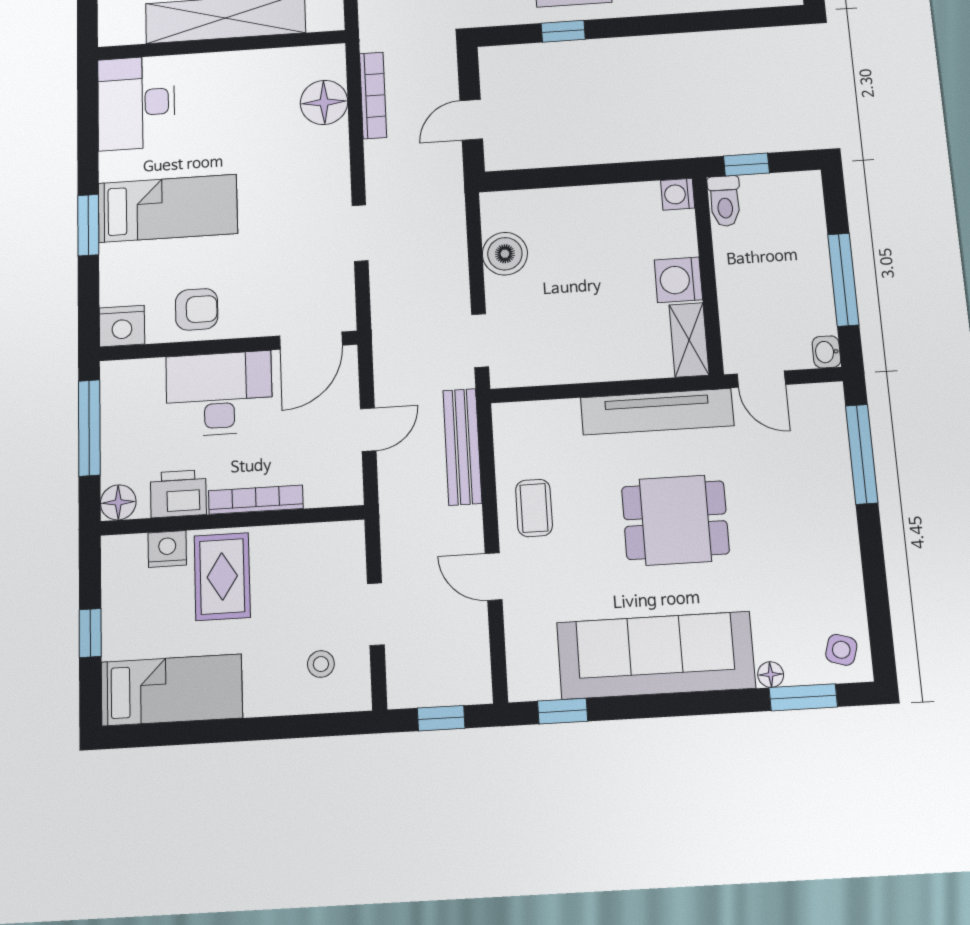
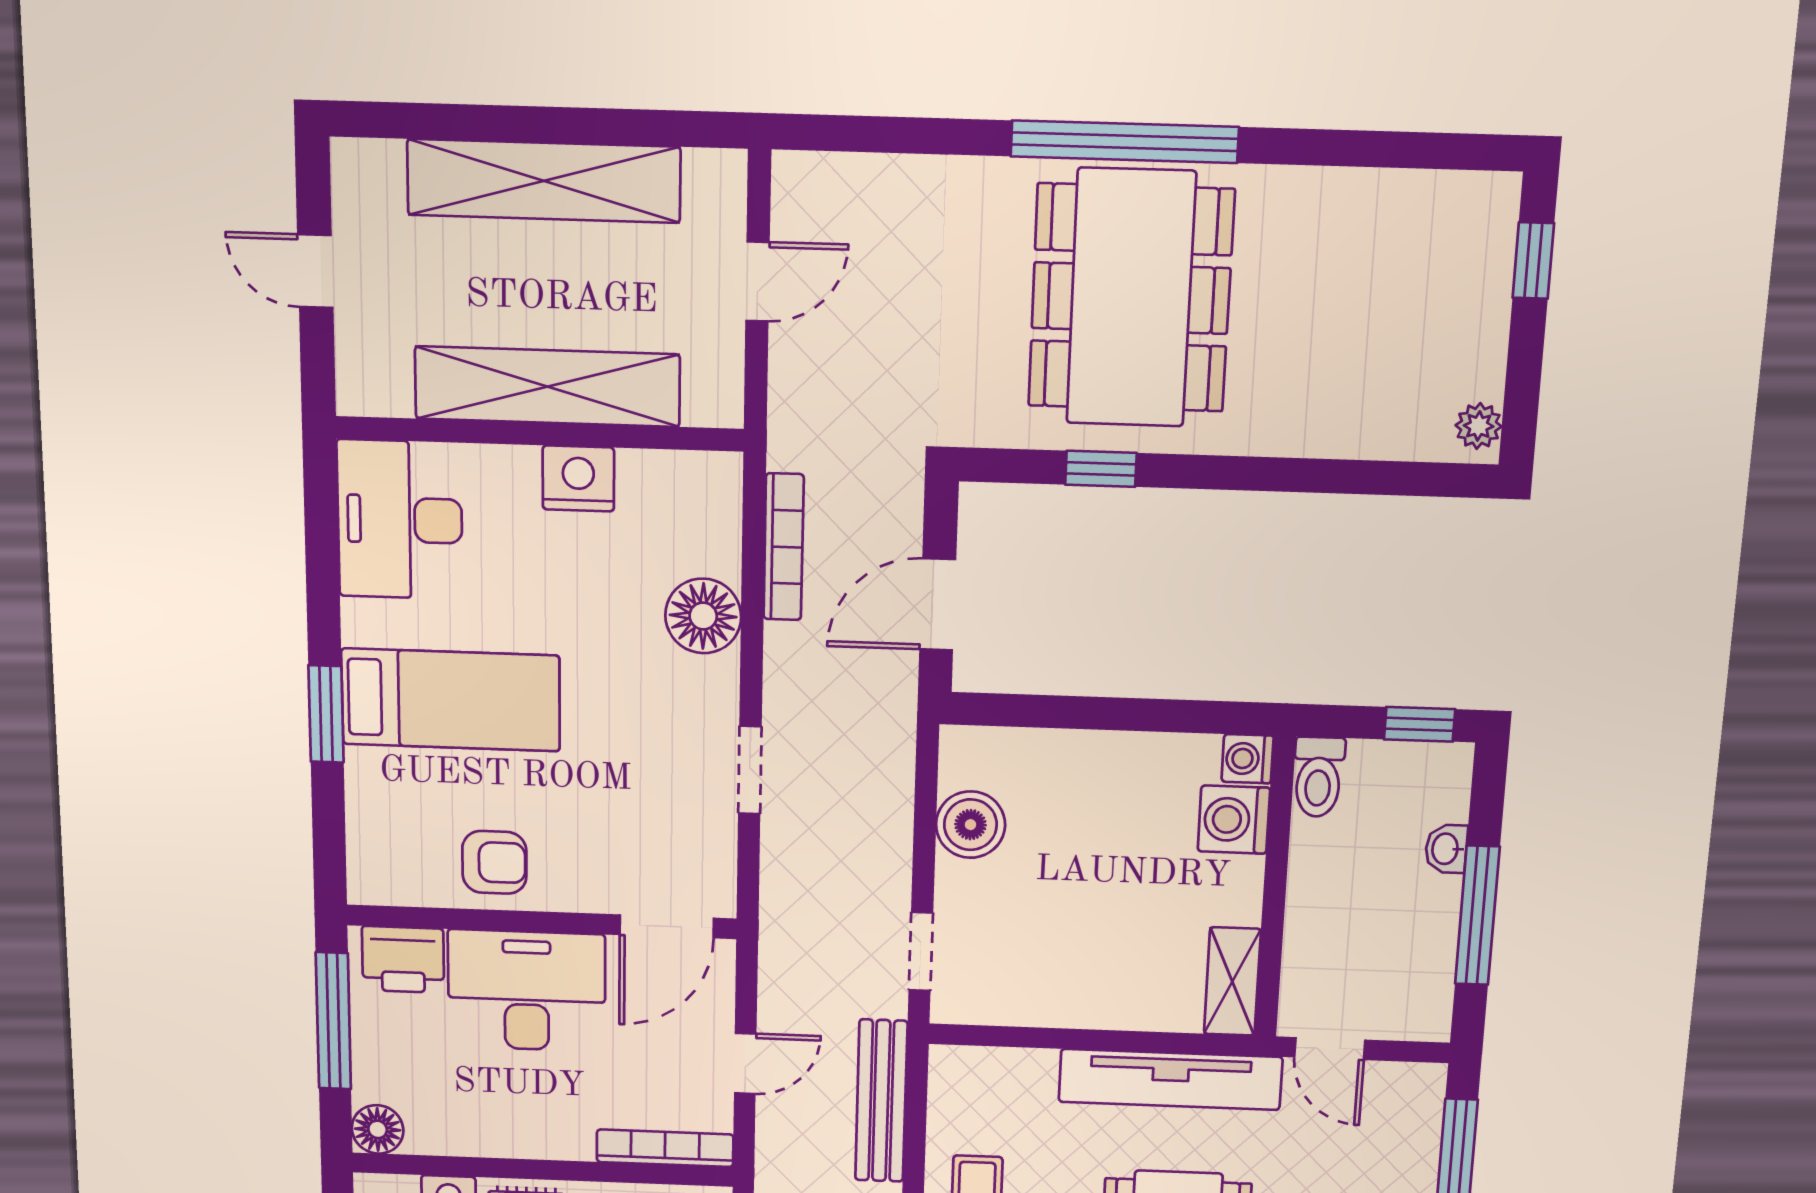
floor lamp: (324, 102) -> (703, 616), moved
door: (471, 120) -> (938, 604), width x1.38
window: (746, 164) -> (1420, 724), moved
washing machine: (678, 280) -> (1234, 820), moved
nightstand: (122, 326) -> (578, 478), moved, turned 180
washbasin: (826, 352) -> (1446, 849), moved
printer: (178, 494) -> (403, 959), moved, turned 180
bookcase: (256, 500) -> (665, 1148), moved

